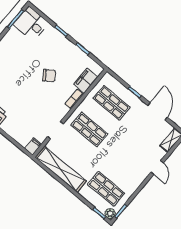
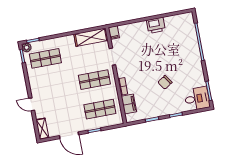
chair: (49, 76) -> (165, 82), moved
shelving: (61, 169) -> (91, 37), width x0.68

